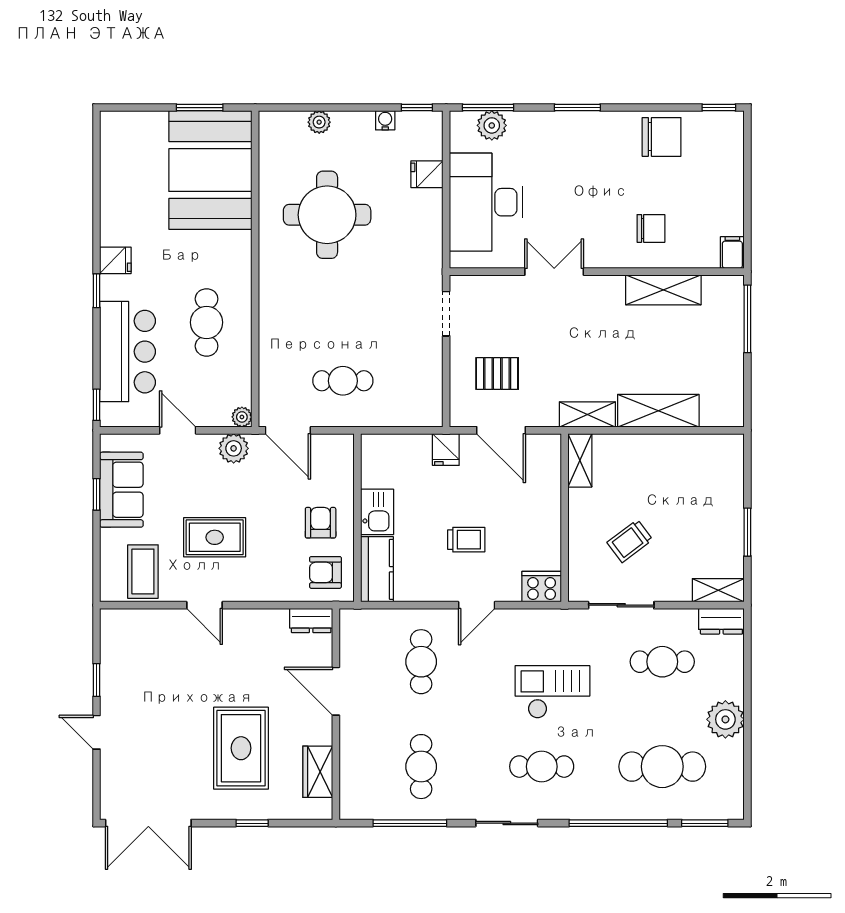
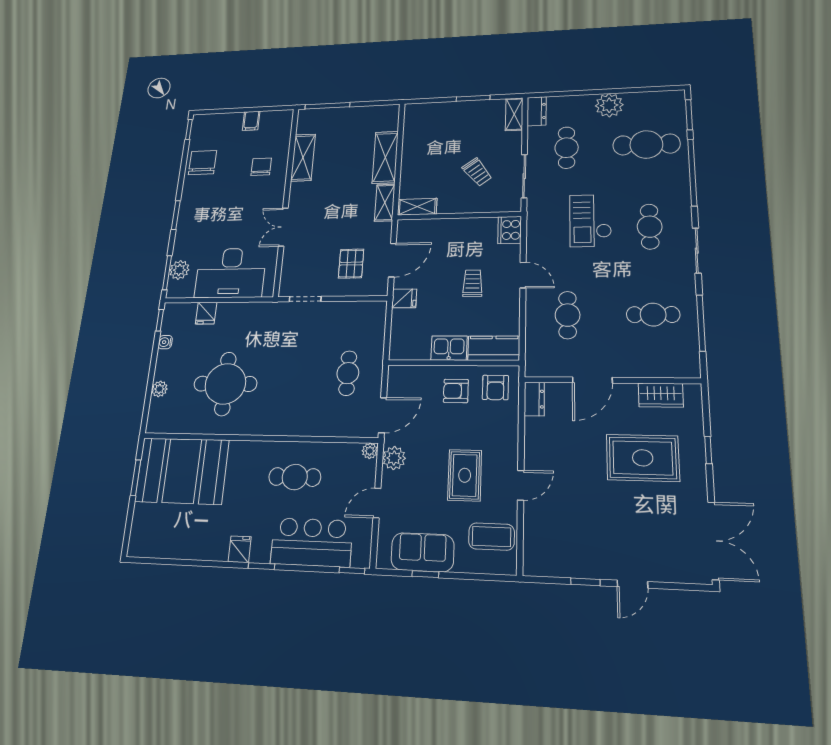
filing cabinet: (732, 253) -> (251, 121), moved, turned -90
cafe table: (421, 662) -> (568, 315), turned 90
cafe table: (662, 767) -> (646, 144), turned 90

